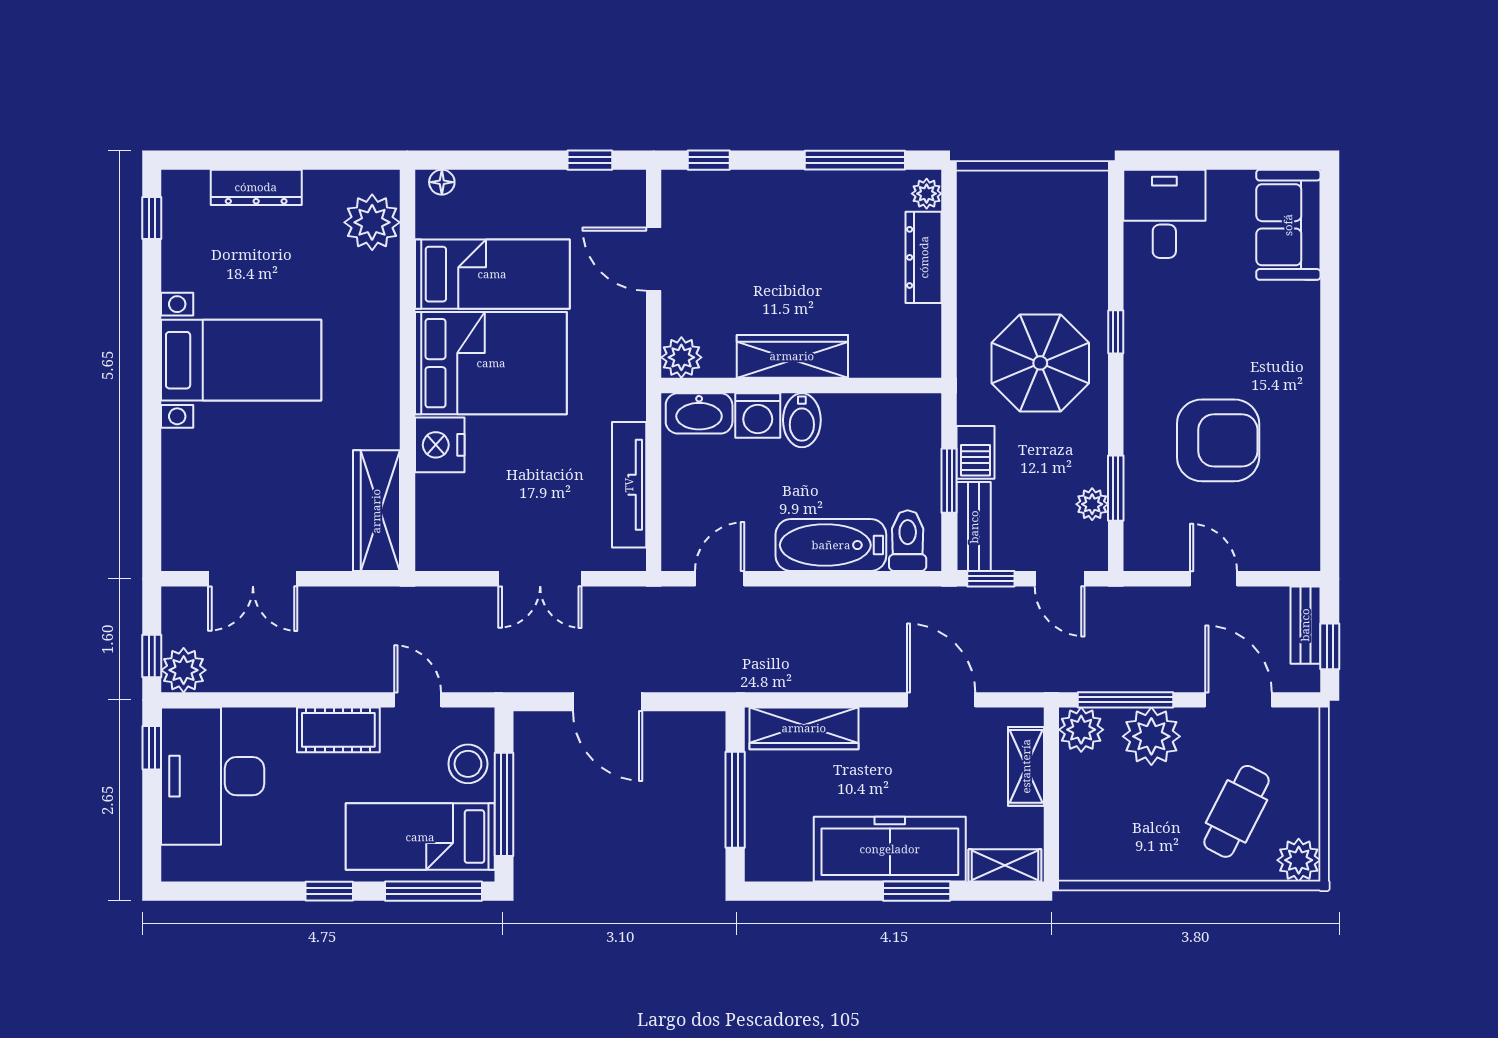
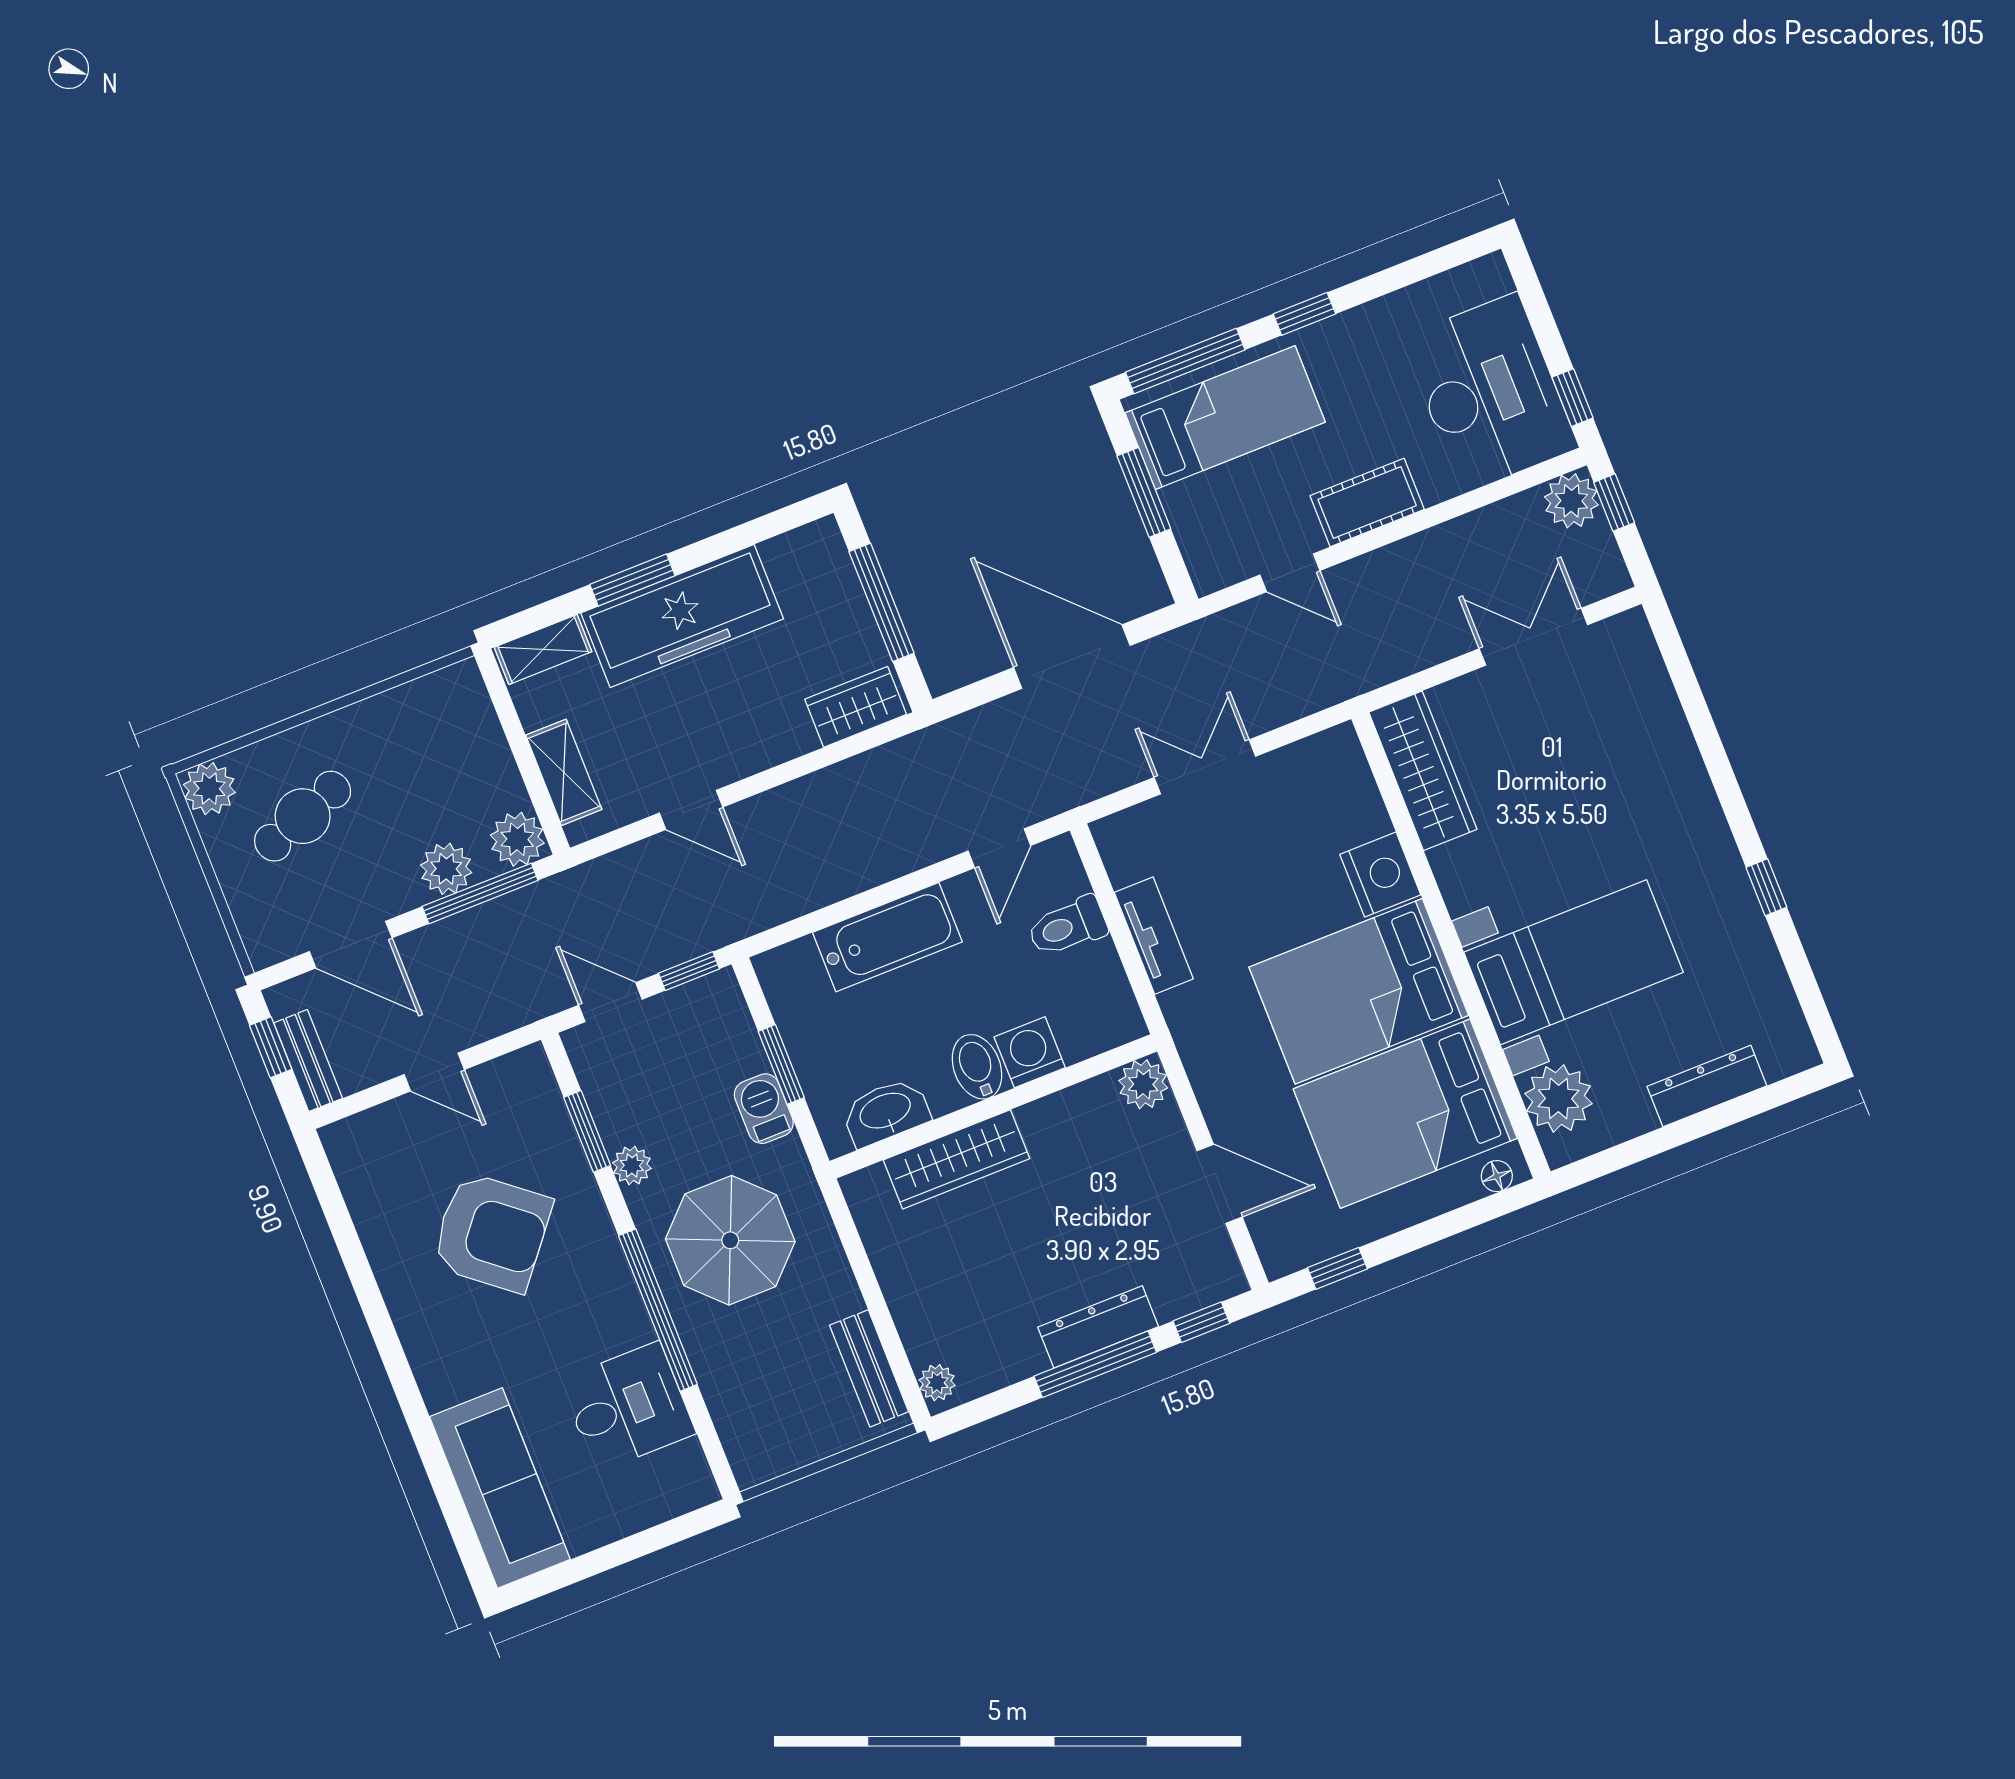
window: (855, 160) -> (1095, 1364), moved
desk: (1164, 214) -> (628, 1407), moved, turned -90
window: (152, 218) -> (1766, 887), moved
sofa: (1288, 225) -> (500, 1488), width x1.36
dresser: (924, 257) -> (1098, 1327), moved, turned -90
bed: (492, 274) -> (1405, 1114), width x1.50
window: (1116, 332) -> (658, 1310), width x3.17
wardrobe: (792, 356) -> (957, 1159), moved
bed with nightstands: (241, 360) -> (1574, 962), moved, turned 180
washbasin: (699, 413) -> (886, 1112), moved
armchair: (1218, 440) -> (492, 1232), turned -141
tv unit: (629, 485) -> (1154, 936), width x0.71
plant: (1092, 504) -> (632, 1166), moved
bench: (974, 527) -> (869, 1368), moved
toilet: (908, 541) -> (1067, 927), moved, turned 90
door: (941, 700) -> (691, 810), width x0.73
door: (608, 702) -> (1072, 657), width x1.36
wardrobe: (804, 728) -> (856, 707), width x0.67
plant: (1151, 736) -> (446, 869), width x0.73, depth x0.73
stool: (468, 764) -> (1203, 522), removed
window: (504, 804) -> (1144, 492), width x0.69
cafe table: (1237, 811) -> (303, 816), turned 43

